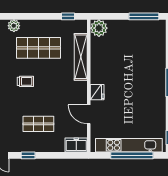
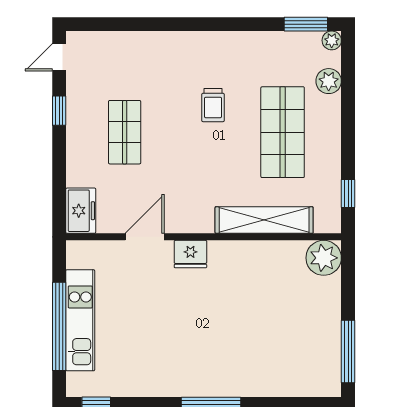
kitchen unit: (129, 145) -> (80, 320), width x0.73

